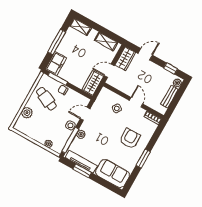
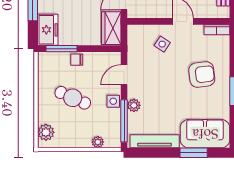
cafe table: (46, 99) -> (73, 98), moved
plant: (27, 113) -> (46, 132), moved
armchair: (130, 139) -> (202, 75), turned 83
window: (82, 171) -> (194, 153), moved

